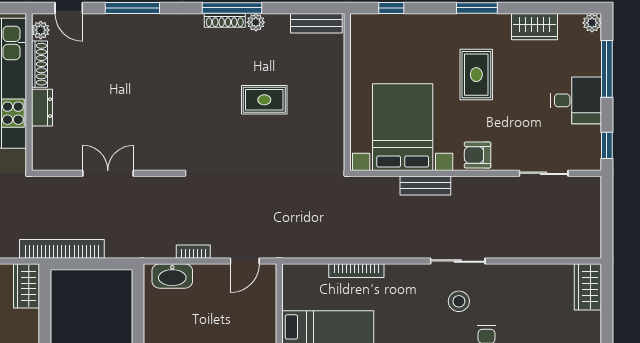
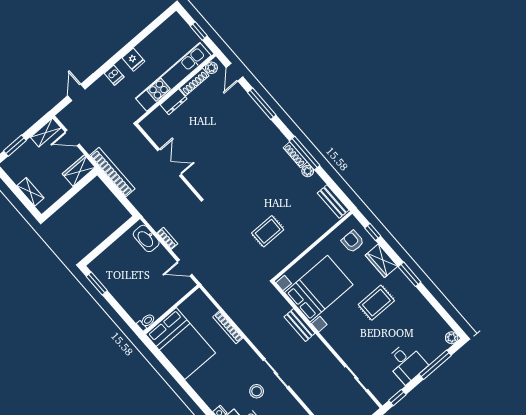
wardrobe: (535, 27) -> (381, 261), moved
rug: (264, 100) -> (268, 231), moved, turned 90
armchair: (478, 155) -> (353, 241), moved

